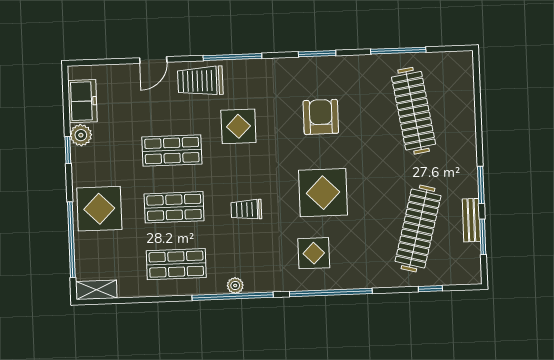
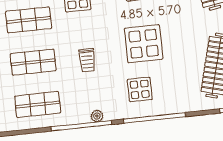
trolley: (246, 209) -> (87, 60), turned -90
plant: (235, 286) -> (97, 116), moved

